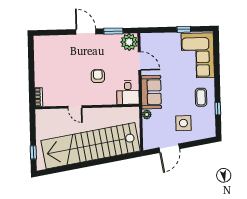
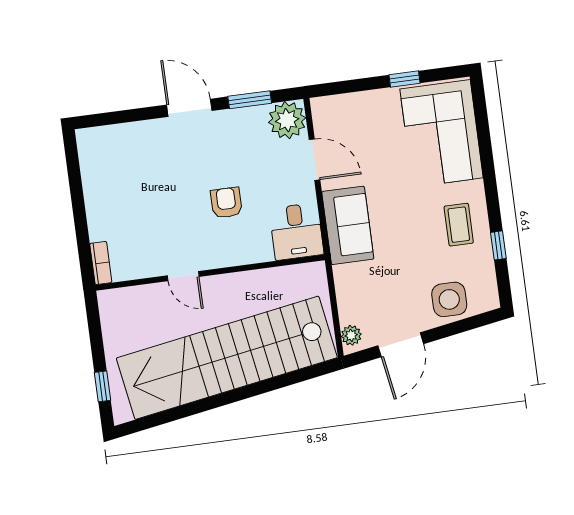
plant: (147, 114) -> (351, 335), moved
side table: (183, 123) -> (449, 299), moved

